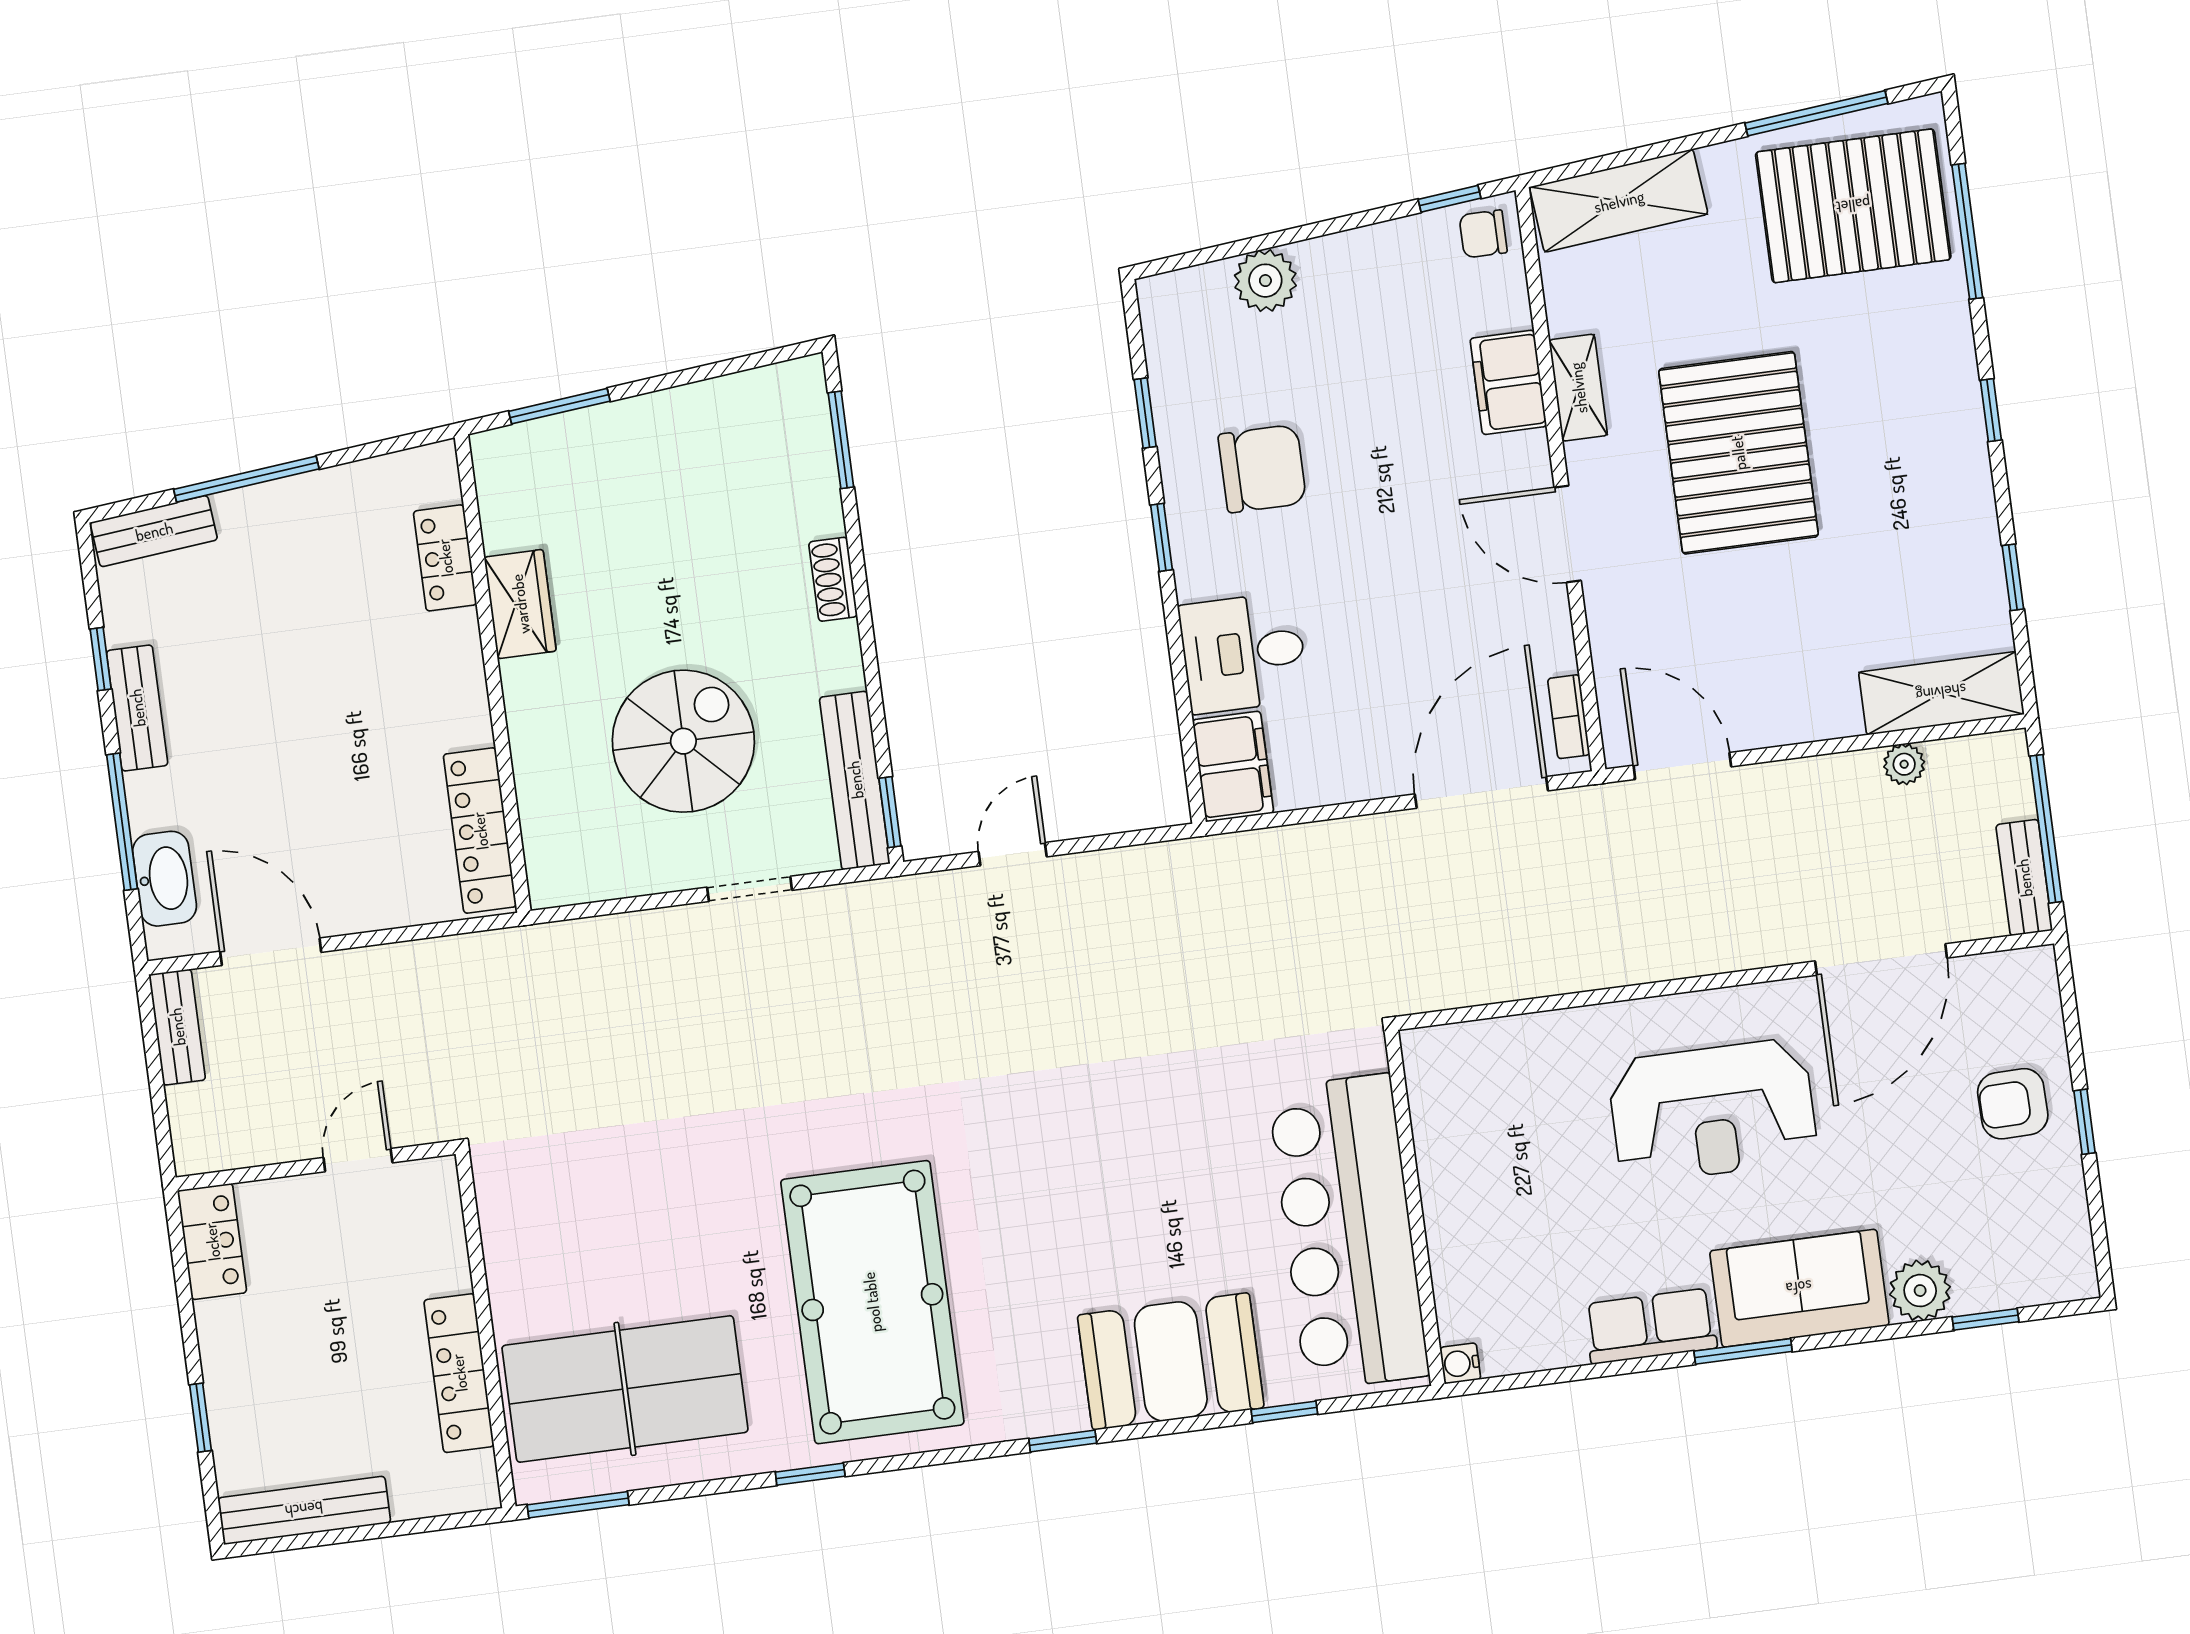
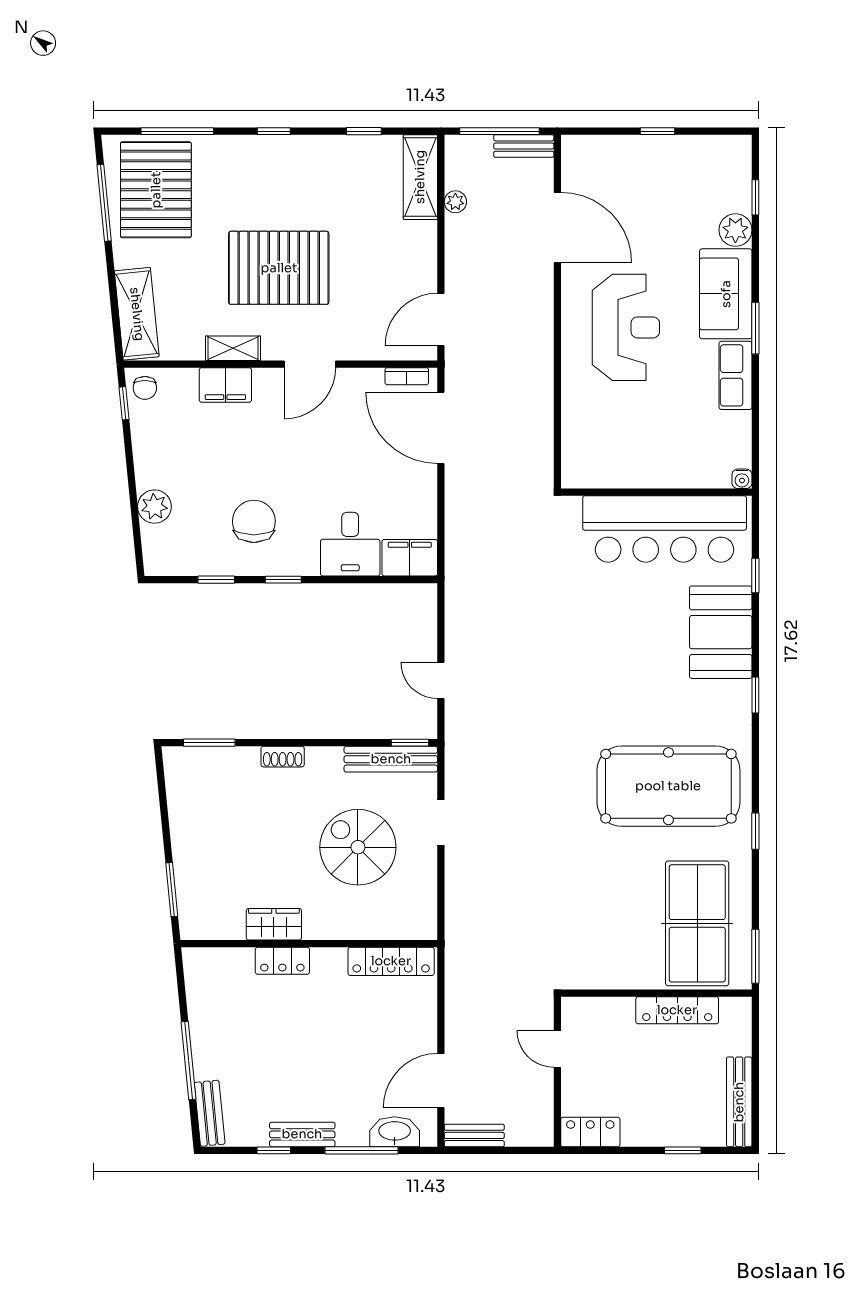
locker: (445, 558) -> (282, 961), moved
armchair: (2013, 1104) -> (643, 168), removed

